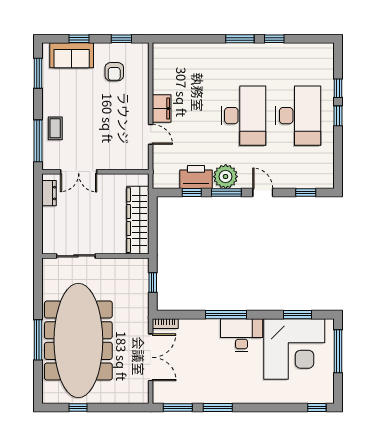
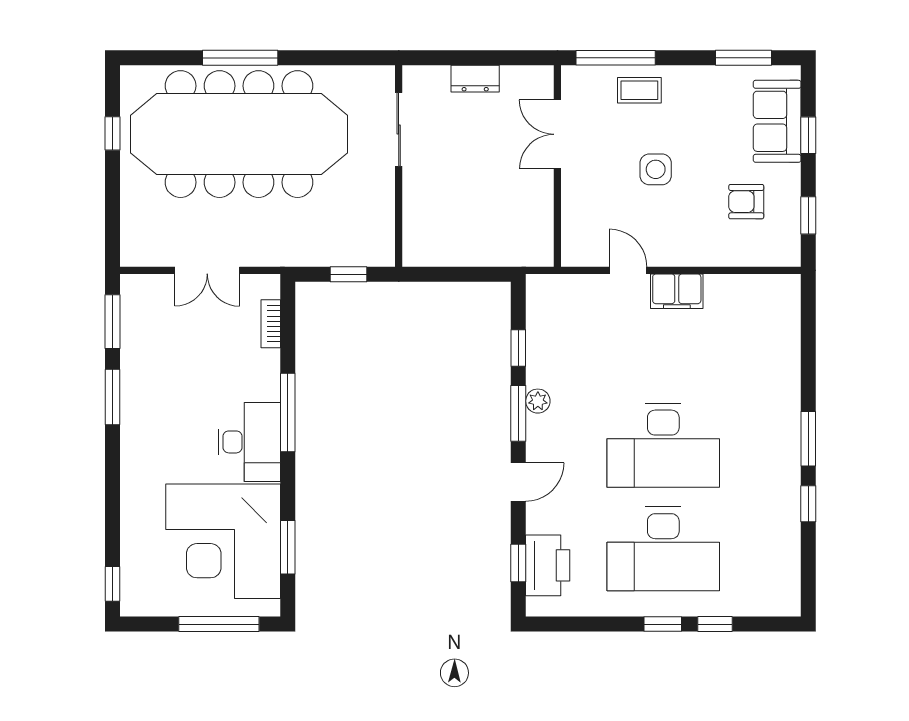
side table: (97, 120) -> (656, 169), added
door: (151, 134) -> (628, 270), swing flipped
printer: (196, 177) -> (548, 565), moved
plant: (226, 177) -> (538, 401), width x0.53, depth x0.53
dresser: (49, 193) -> (475, 79), moved
wardrobe: (138, 220) -> (466, 246), removed
bookcase: (165, 324) -> (271, 324), moved
double door: (151, 357) -> (207, 270), width x0.73

